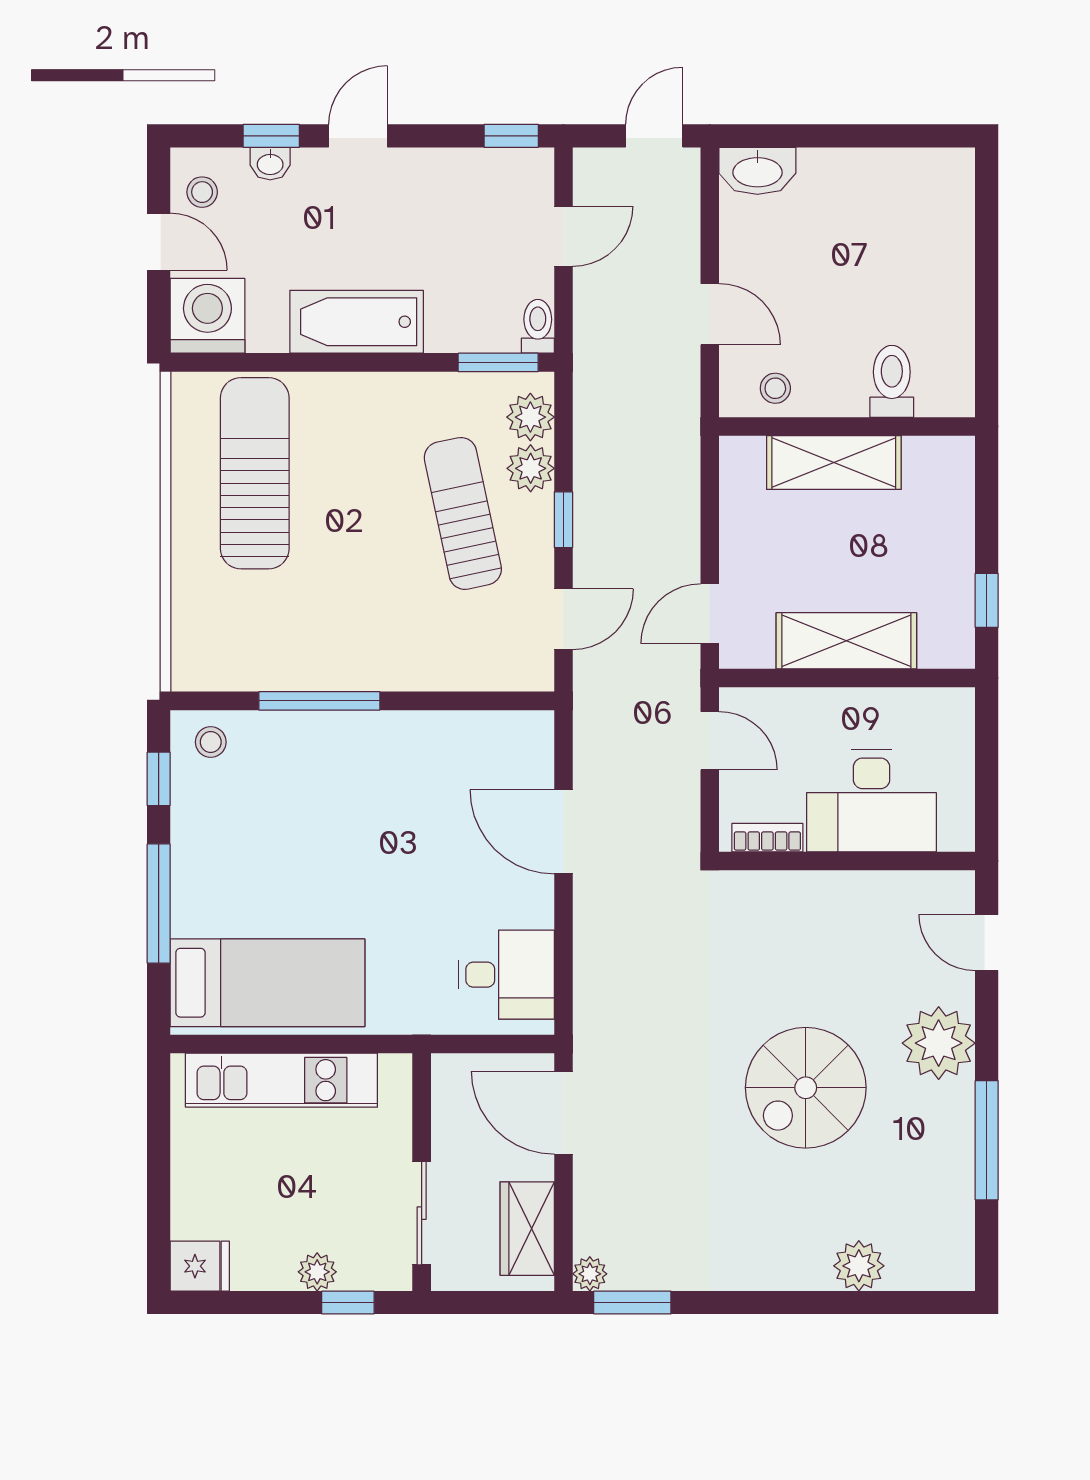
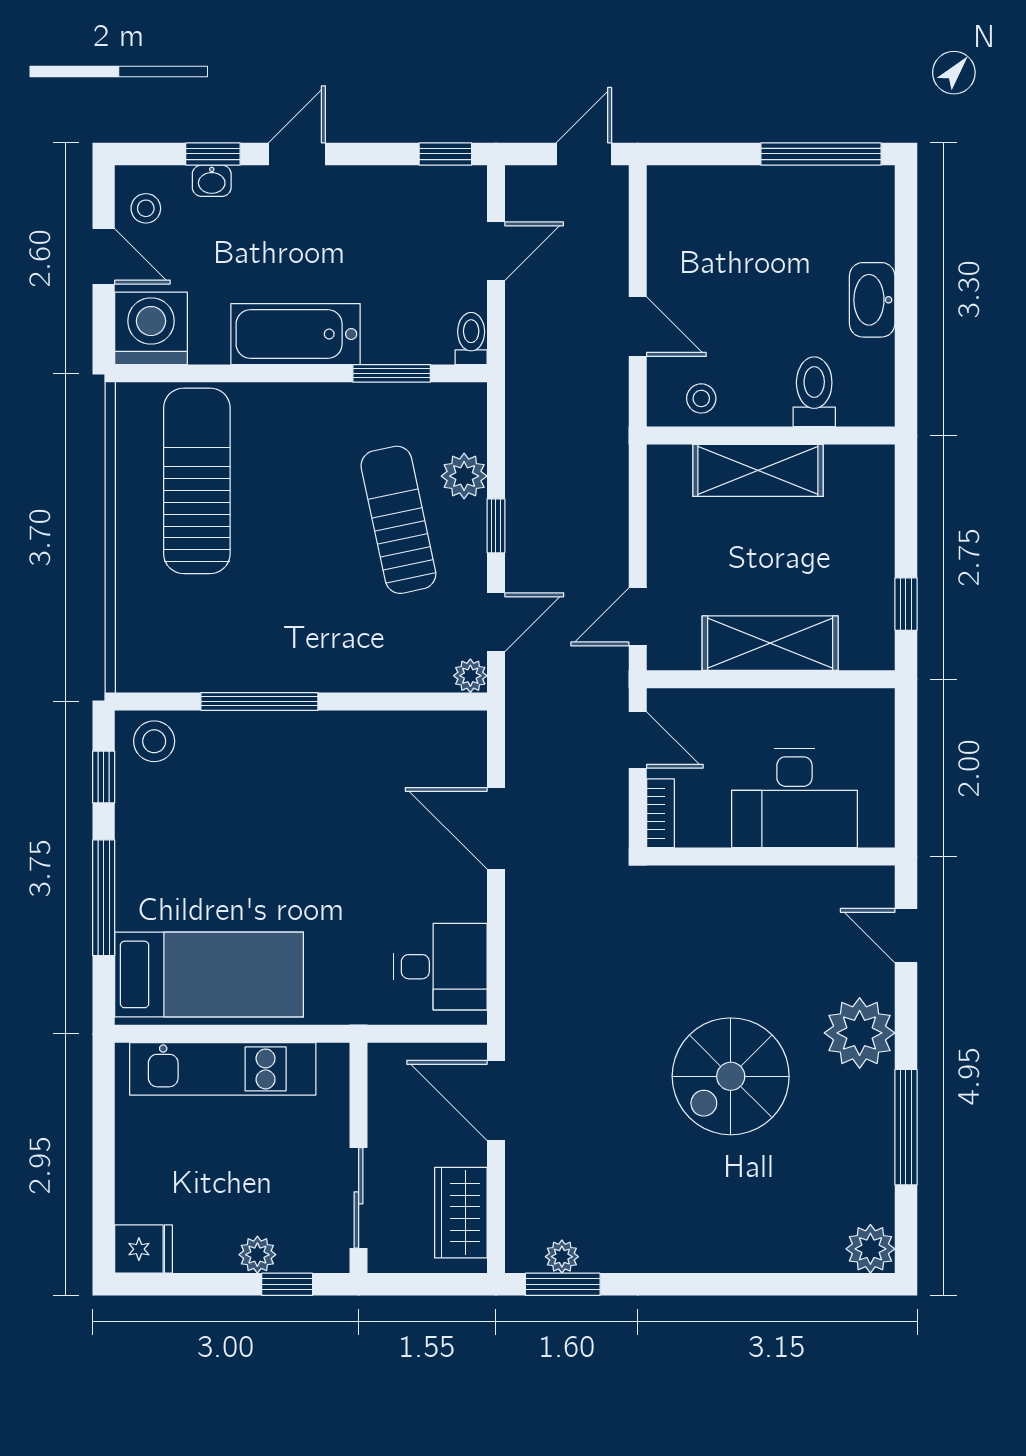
window: (899, 136) -> (821, 154), added
washbasin: (757, 171) -> (872, 300), moved, turned 90
window: (498, 362) -> (392, 373), moved
plant: (530, 417) -> (470, 676), moved, width x0.73, depth x0.73
stool: (211, 742) -> (154, 741), width x1.37, depth x1.37
bookcase: (767, 838) -> (660, 813), moved, turned 90
plant: (859, 1266) -> (870, 1249), moved
plant: (590, 1274) -> (562, 1257), moved

